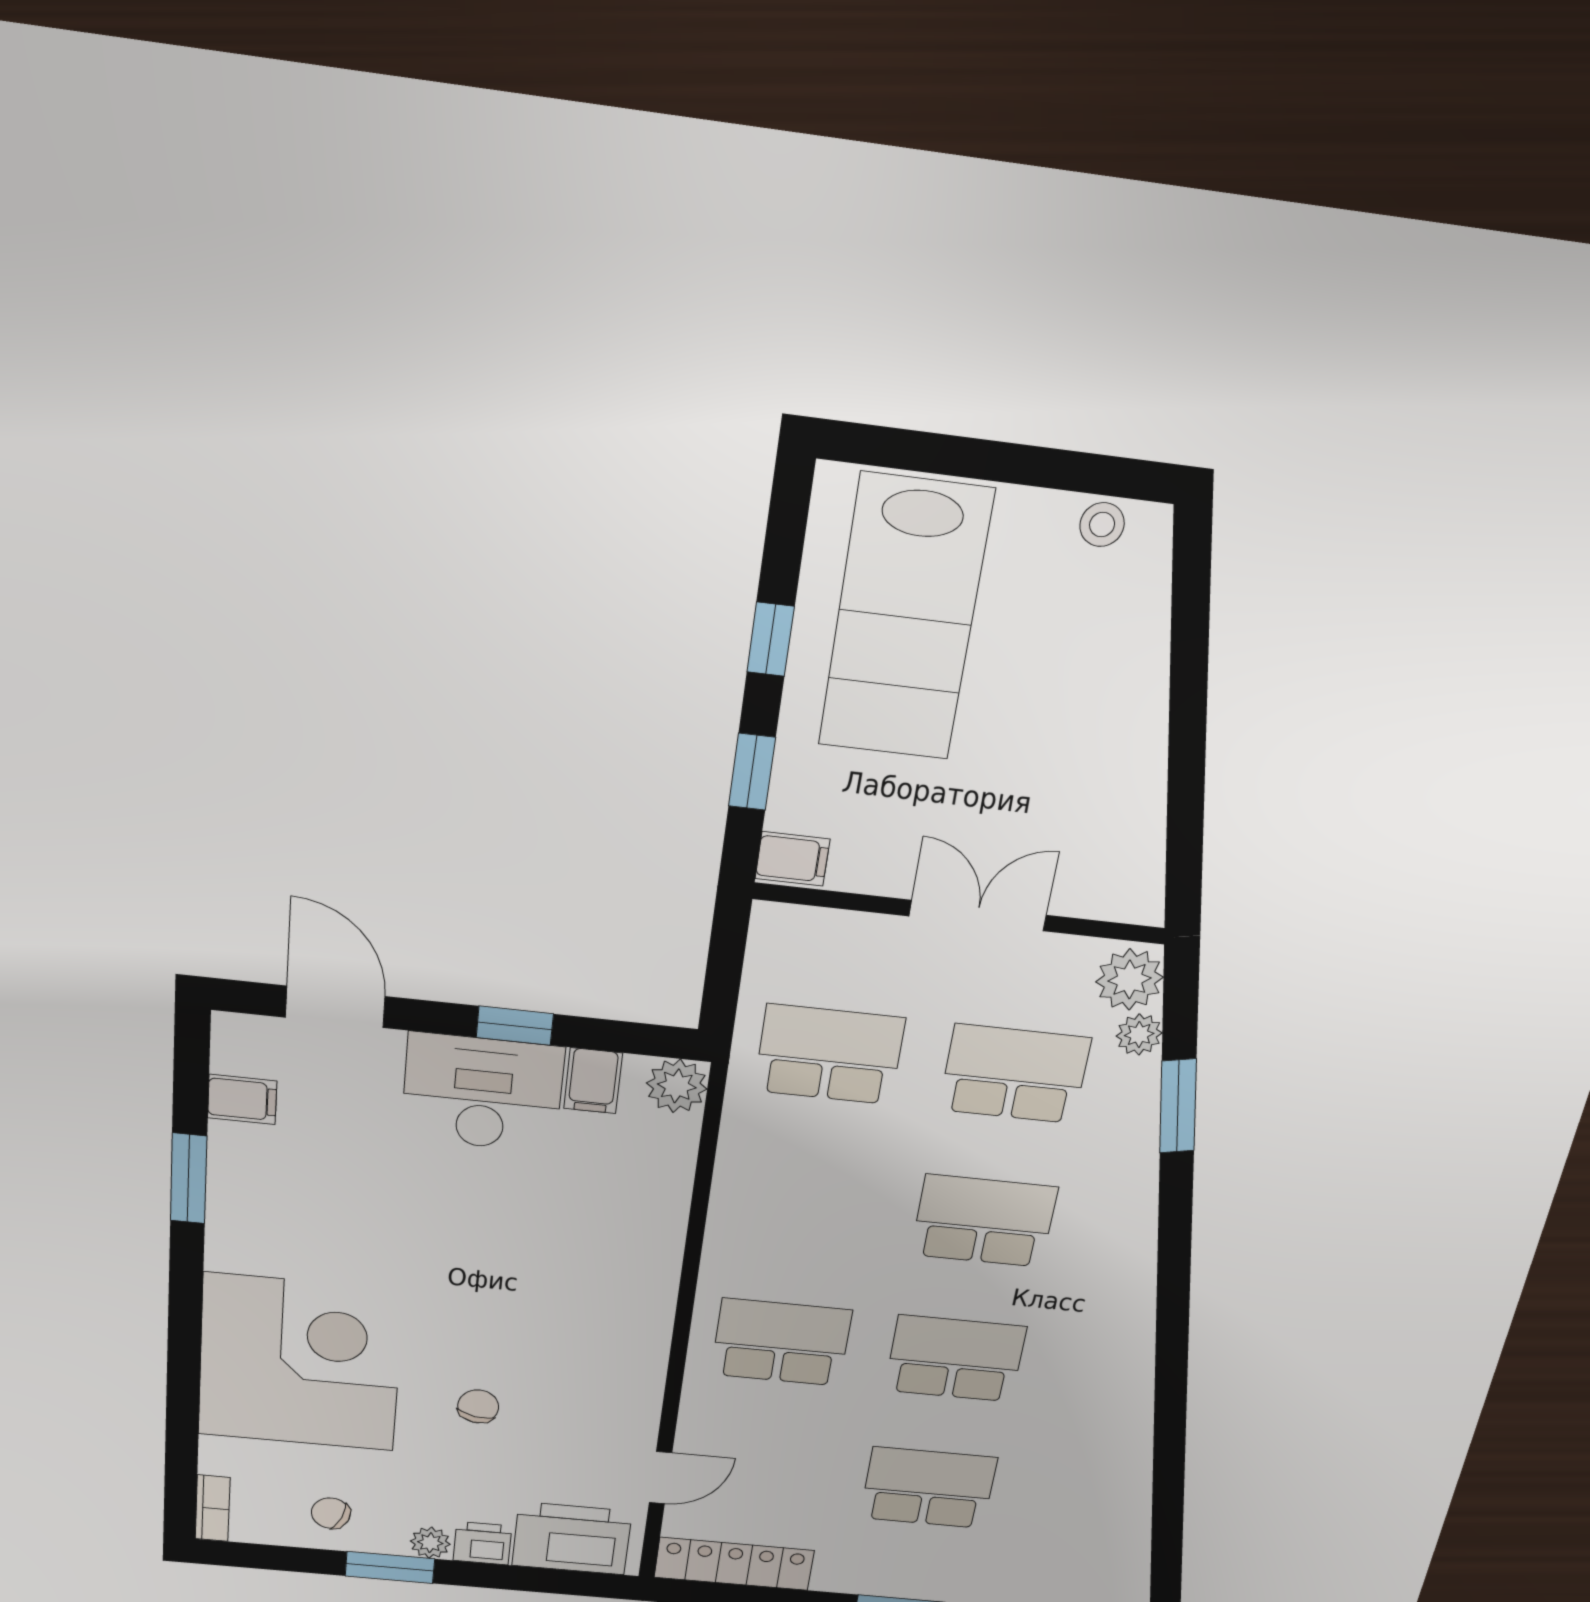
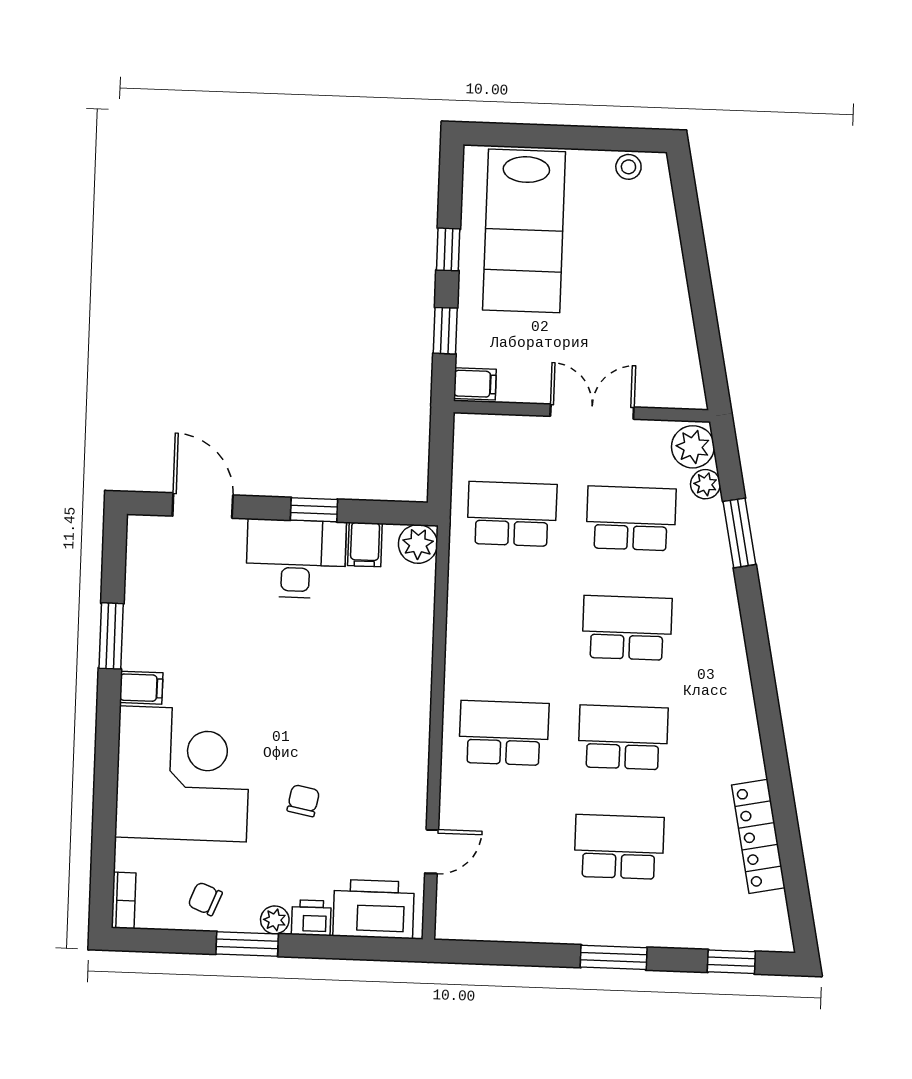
filing cabinet: (242, 1099) -> (141, 688), moved
locker: (734, 1564) -> (758, 836), moved, turned -101

